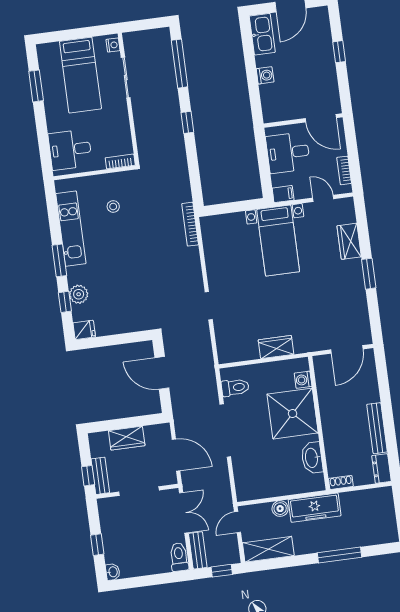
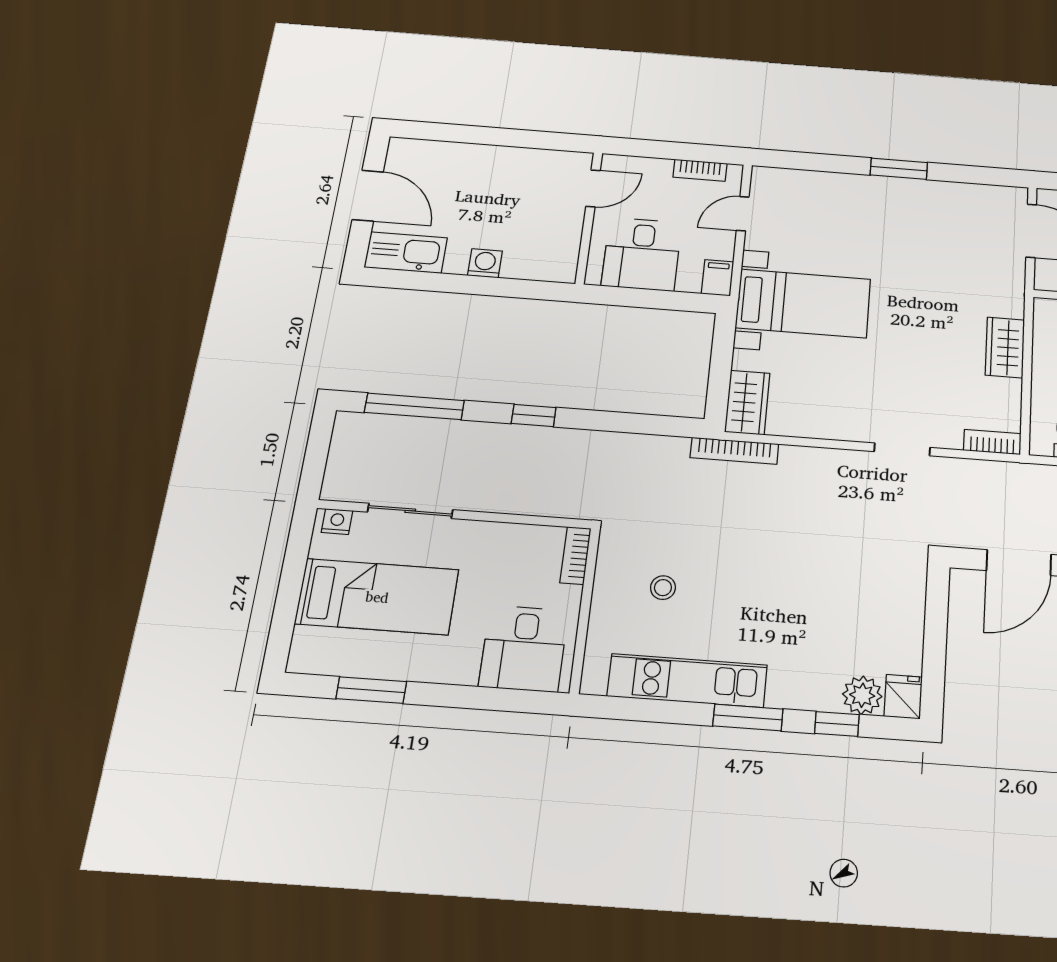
window: (339, 52) -> (480, 135), removed
door: (321, 118) -> (593, 188), width x0.73
wardrobe: (349, 241) -> (747, 402), moved, turned -90
plant: (79, 294) -> (862, 695), moved
bookcase: (222, 349) -> (992, 442), added

